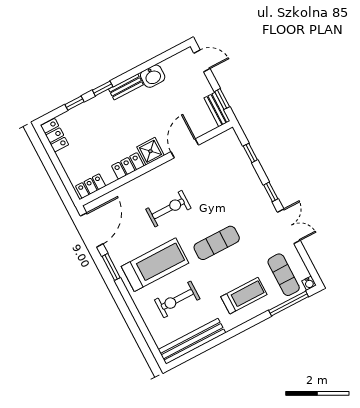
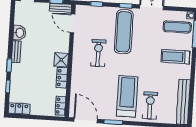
door: (185, 148) -> (72, 23), moved
exercise bike: (168, 209) -> (98, 53), moved
exercise mat: (217, 243) -> (124, 32), moved, width x1.36, depth x1.45
treadmill: (244, 296) -> (175, 57), turned -90
exercise bike: (177, 299) -> (150, 105), moved, turned 180

